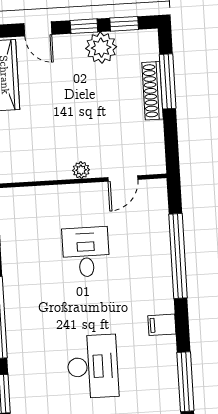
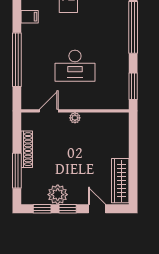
shoe rack: (152, 91) -> (27, 149), moved
desk: (86, 252) -> (75, 66), width x1.37

